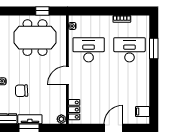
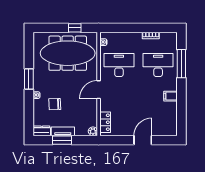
meeting table: (35, 38) -> (68, 53), width x1.36
window: (154, 48) -> (181, 64), width x1.44
filing cabinet: (142, 112) -> (171, 96), moved

